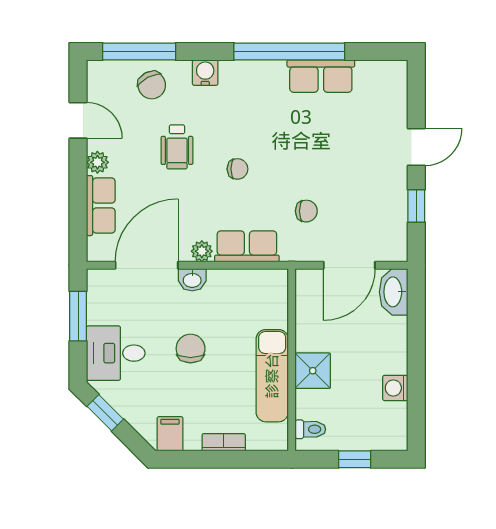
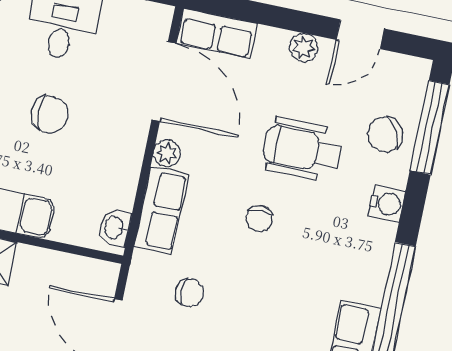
wheelchair: (177, 147) -> (302, 150), width x1.36, depth x1.37
row of seats: (101, 206) -> (217, 33), moved
chair: (306, 211) -> (190, 293), turned -90
washbasin: (192, 280) -> (115, 228), moved

